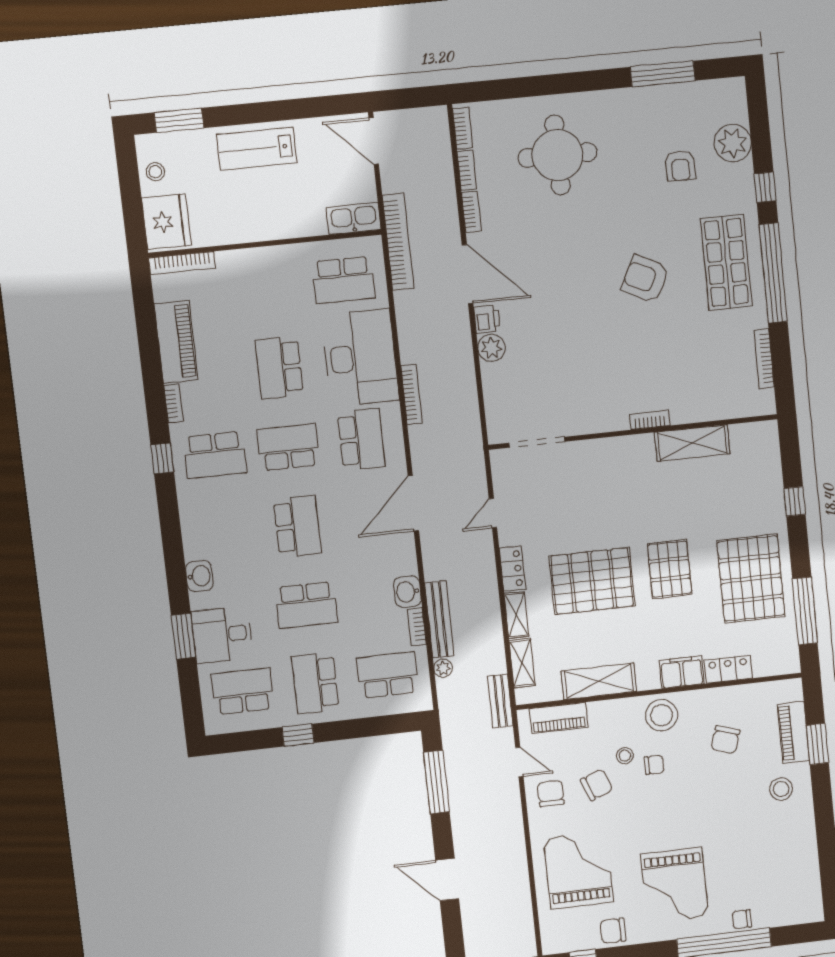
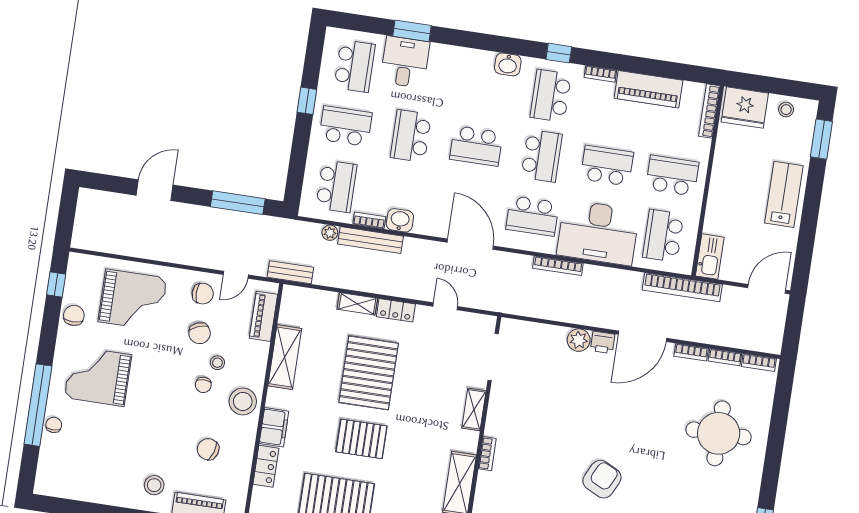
school desk: (270, 287) -> (672, 176), added
washbasin: (199, 576) -> (508, 64), moved
shelving: (522, 663) -> (474, 409), moved, turned 90

